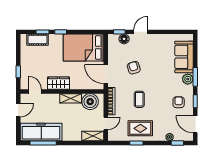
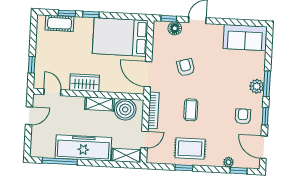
sofa: (184, 57) -> (245, 38), moved, turned -90
freezer: (41, 132) -> (83, 148), moved

